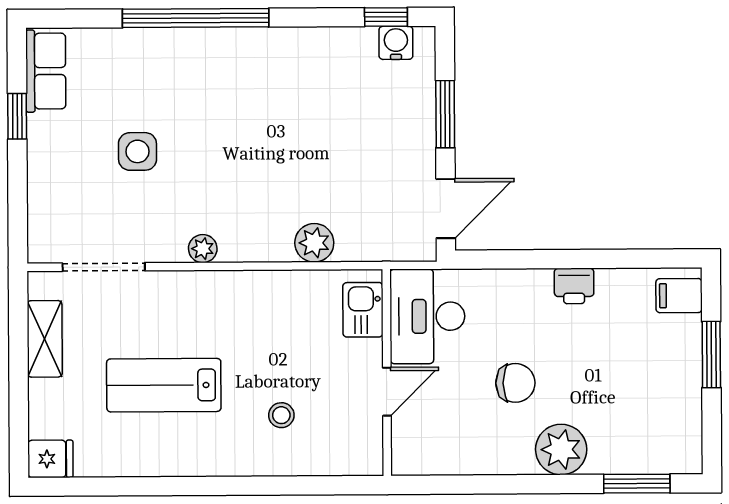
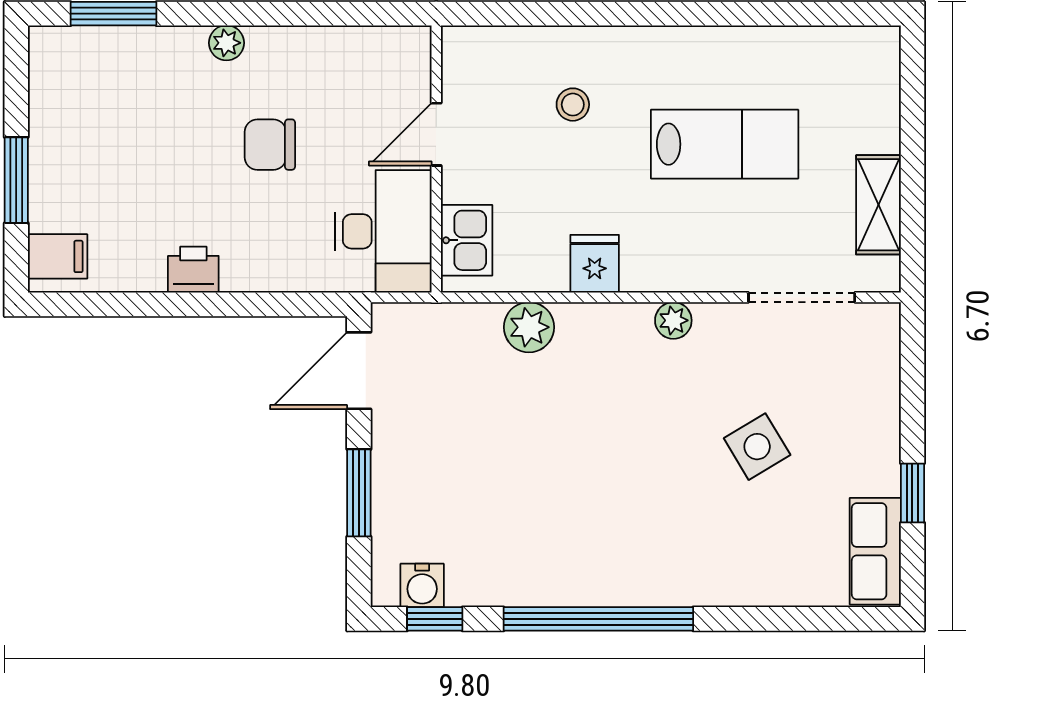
window: (196, 18) -> (598, 619), moved
side table: (137, 151) -> (757, 447), turned -31
plant: (561, 450) -> (226, 43), width x0.53, depth x0.53
fridge: (50, 459) -> (595, 264), moved, turned 90

